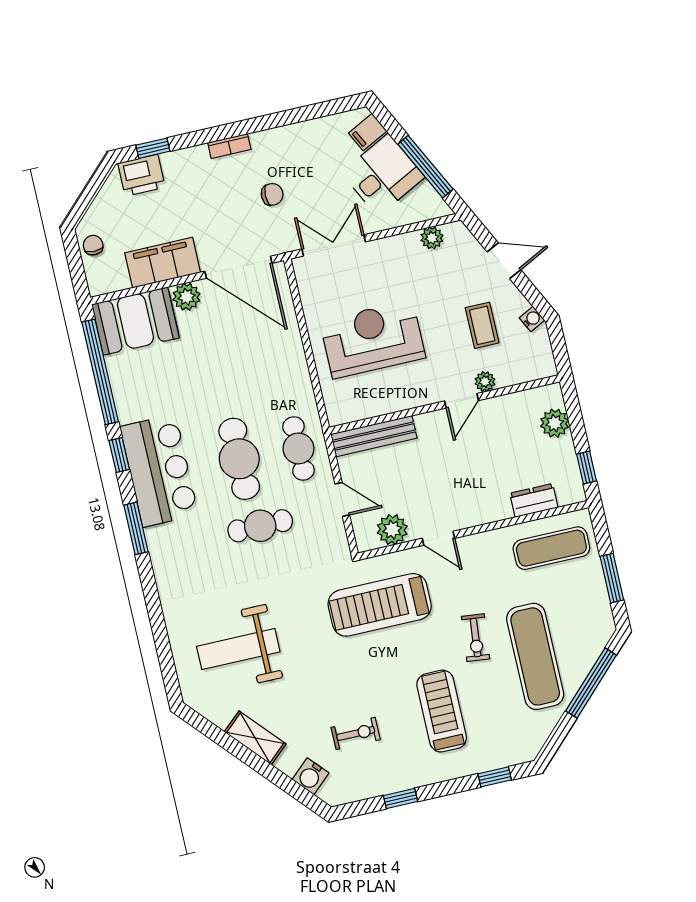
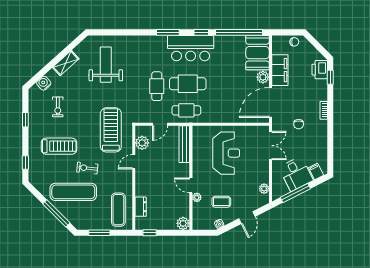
plant: (555, 423) -> (183, 223), moved

